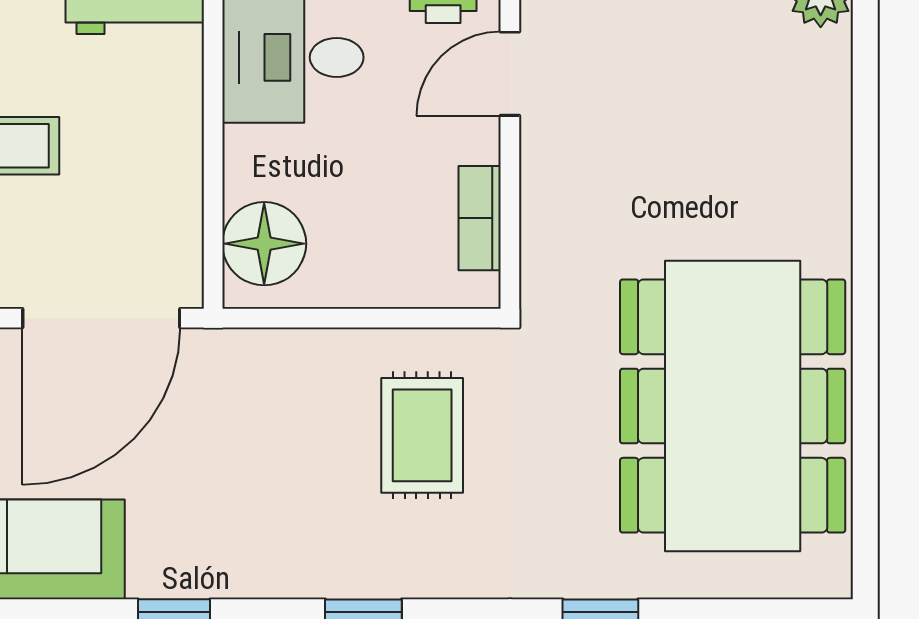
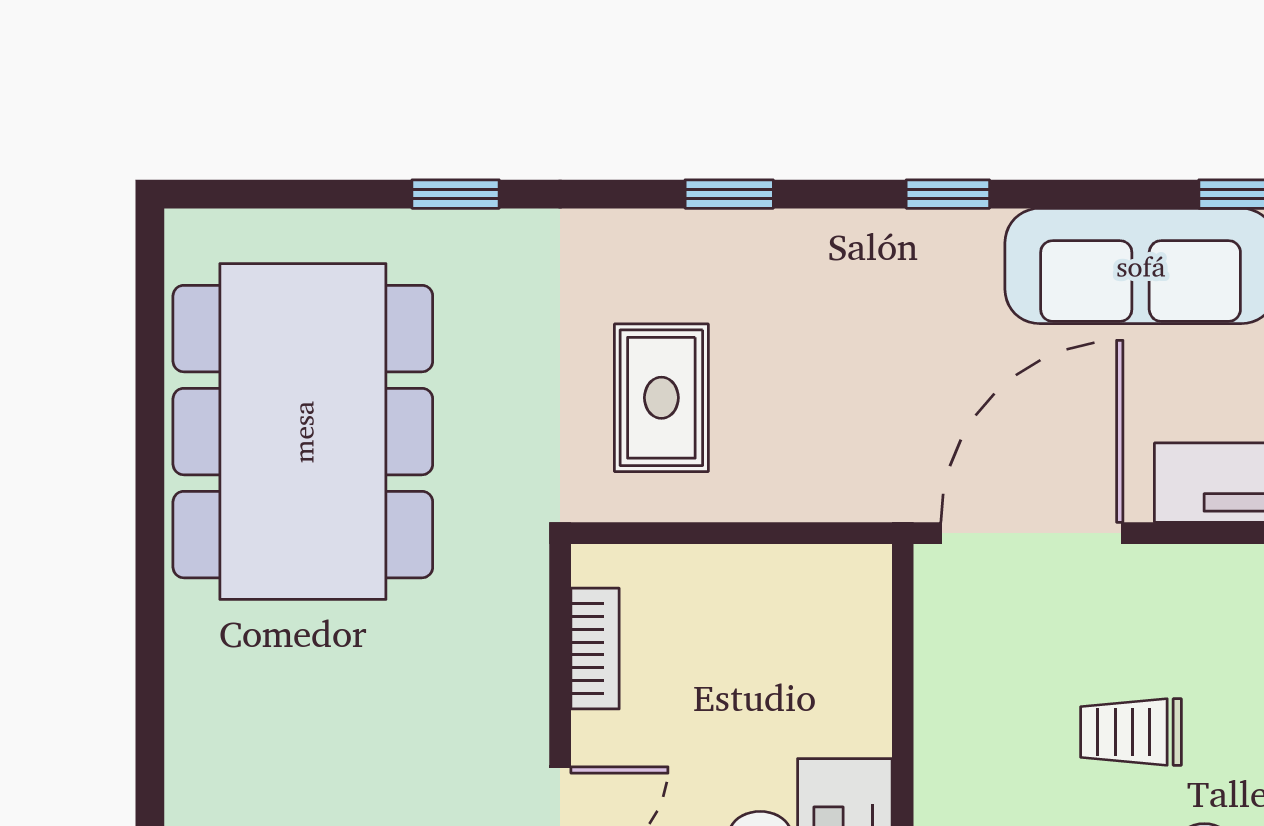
floor lamp: (264, 244) -> (844, 619), removed

